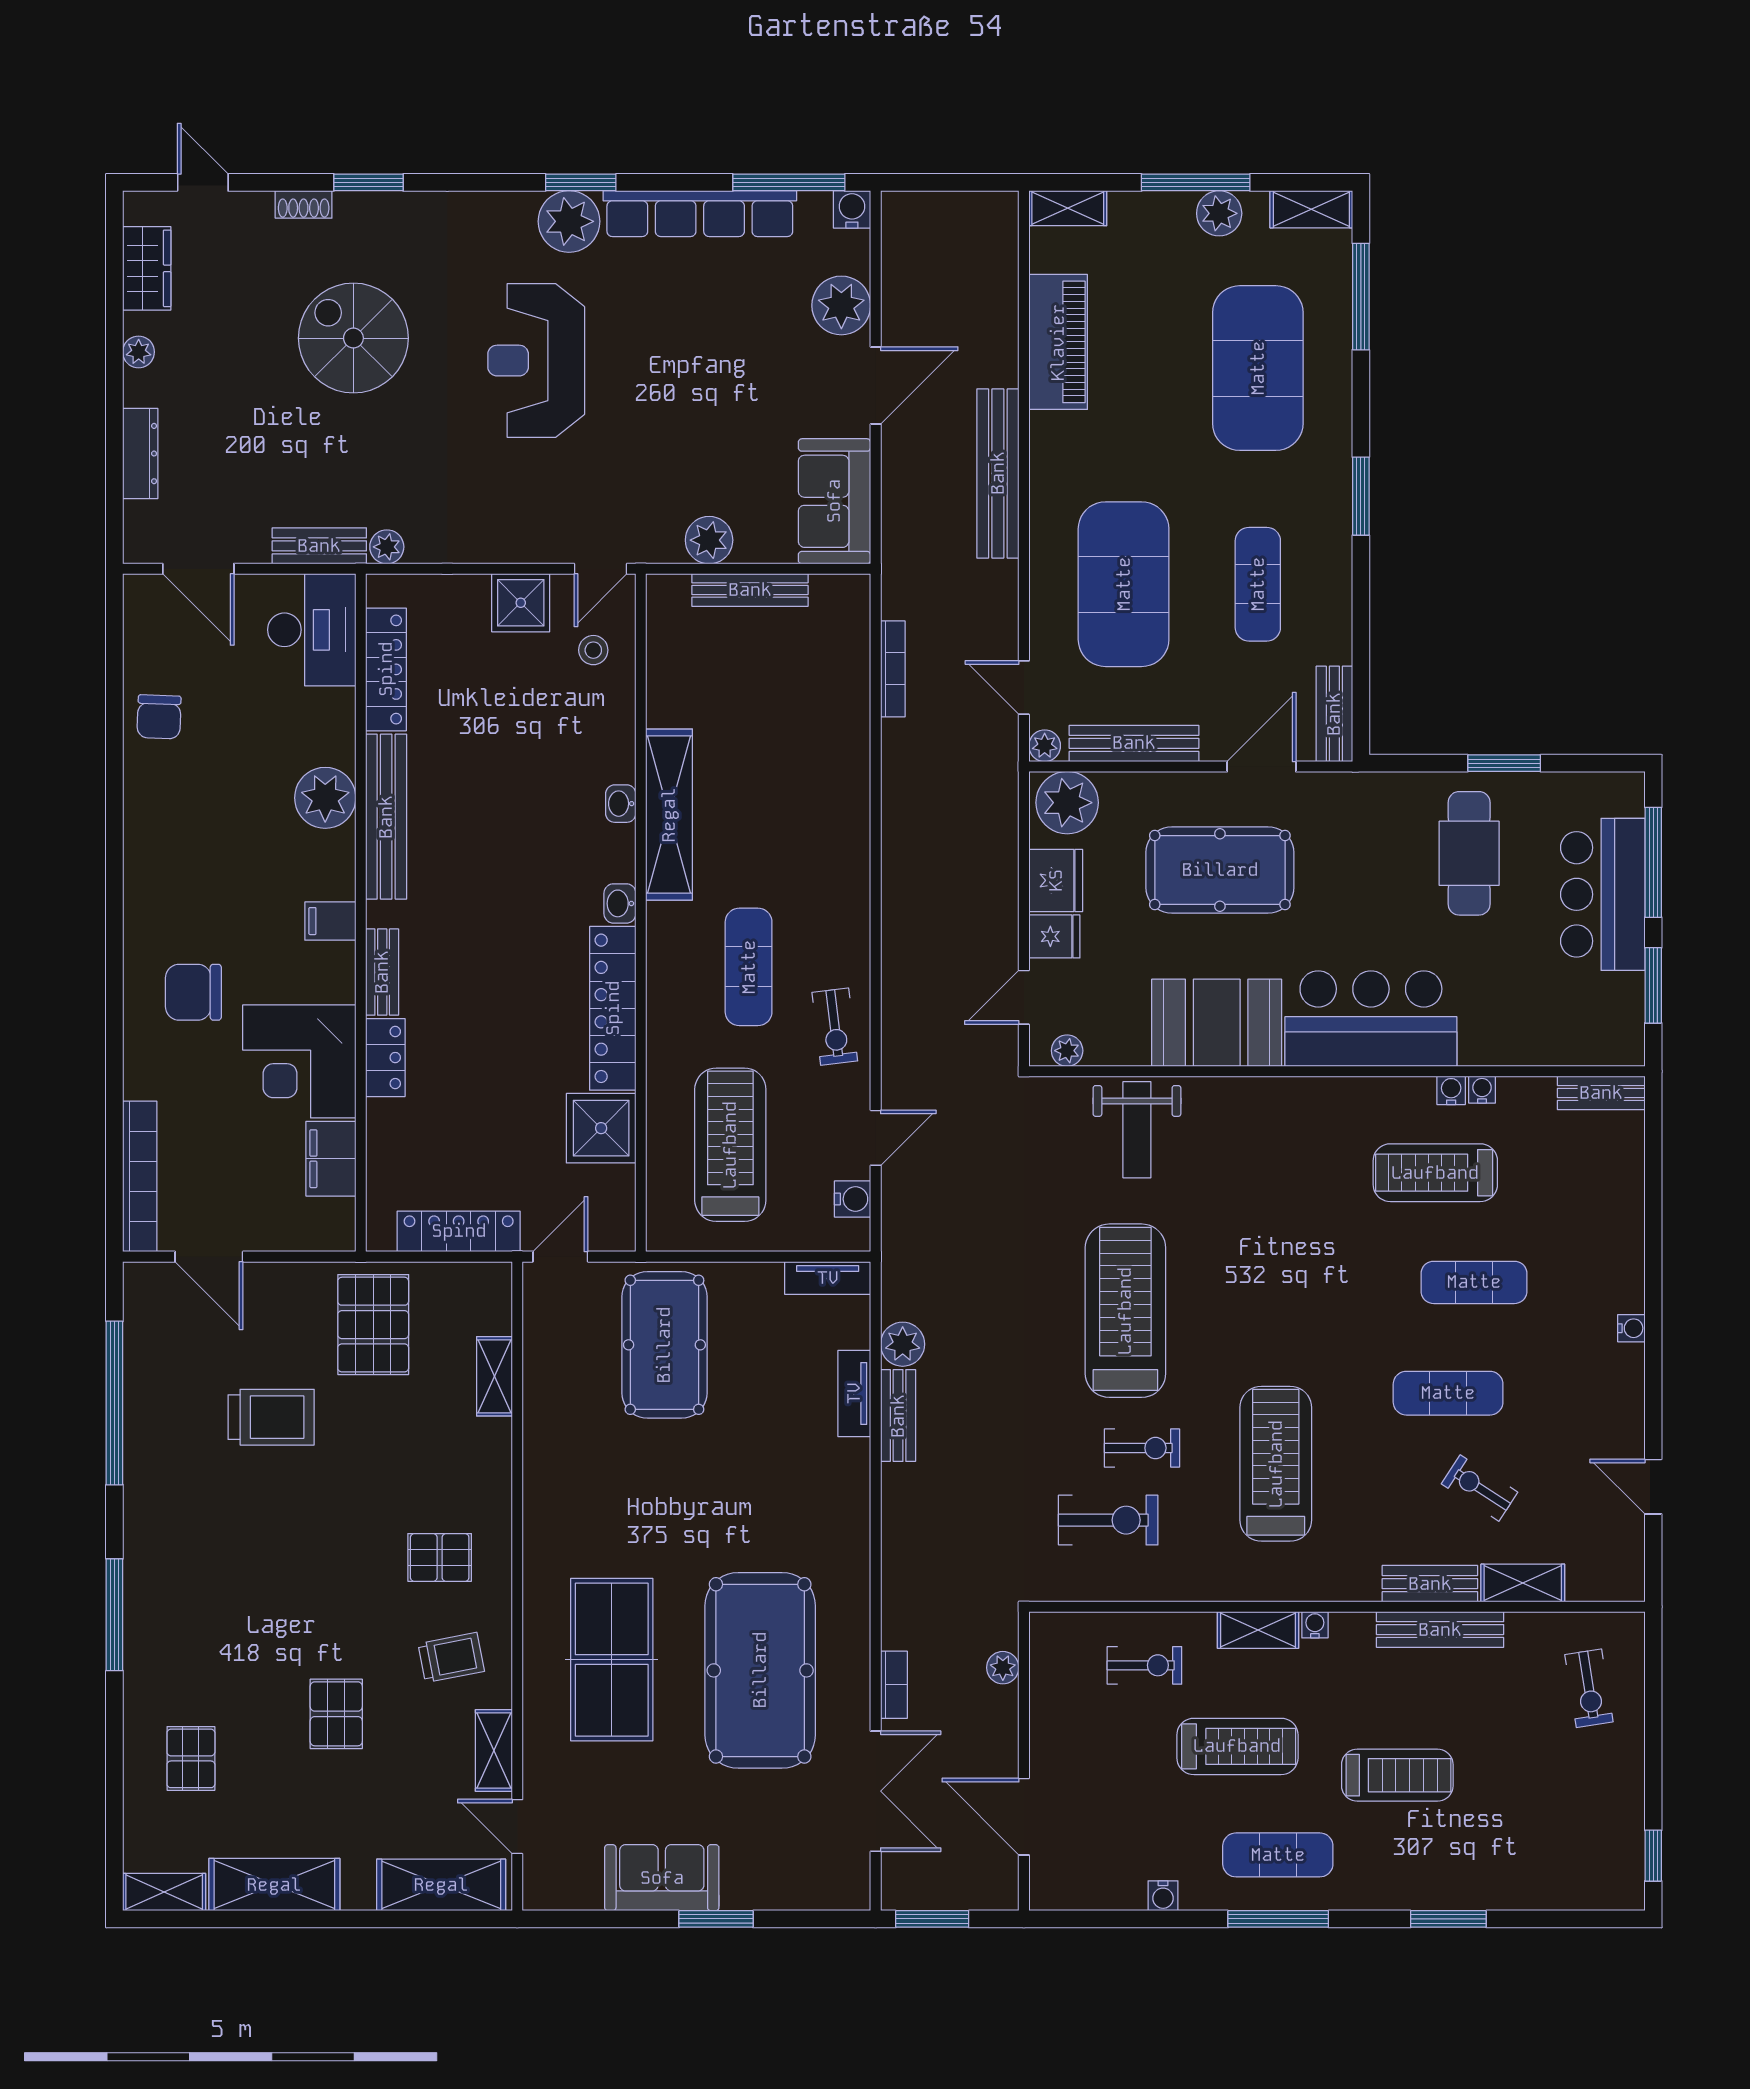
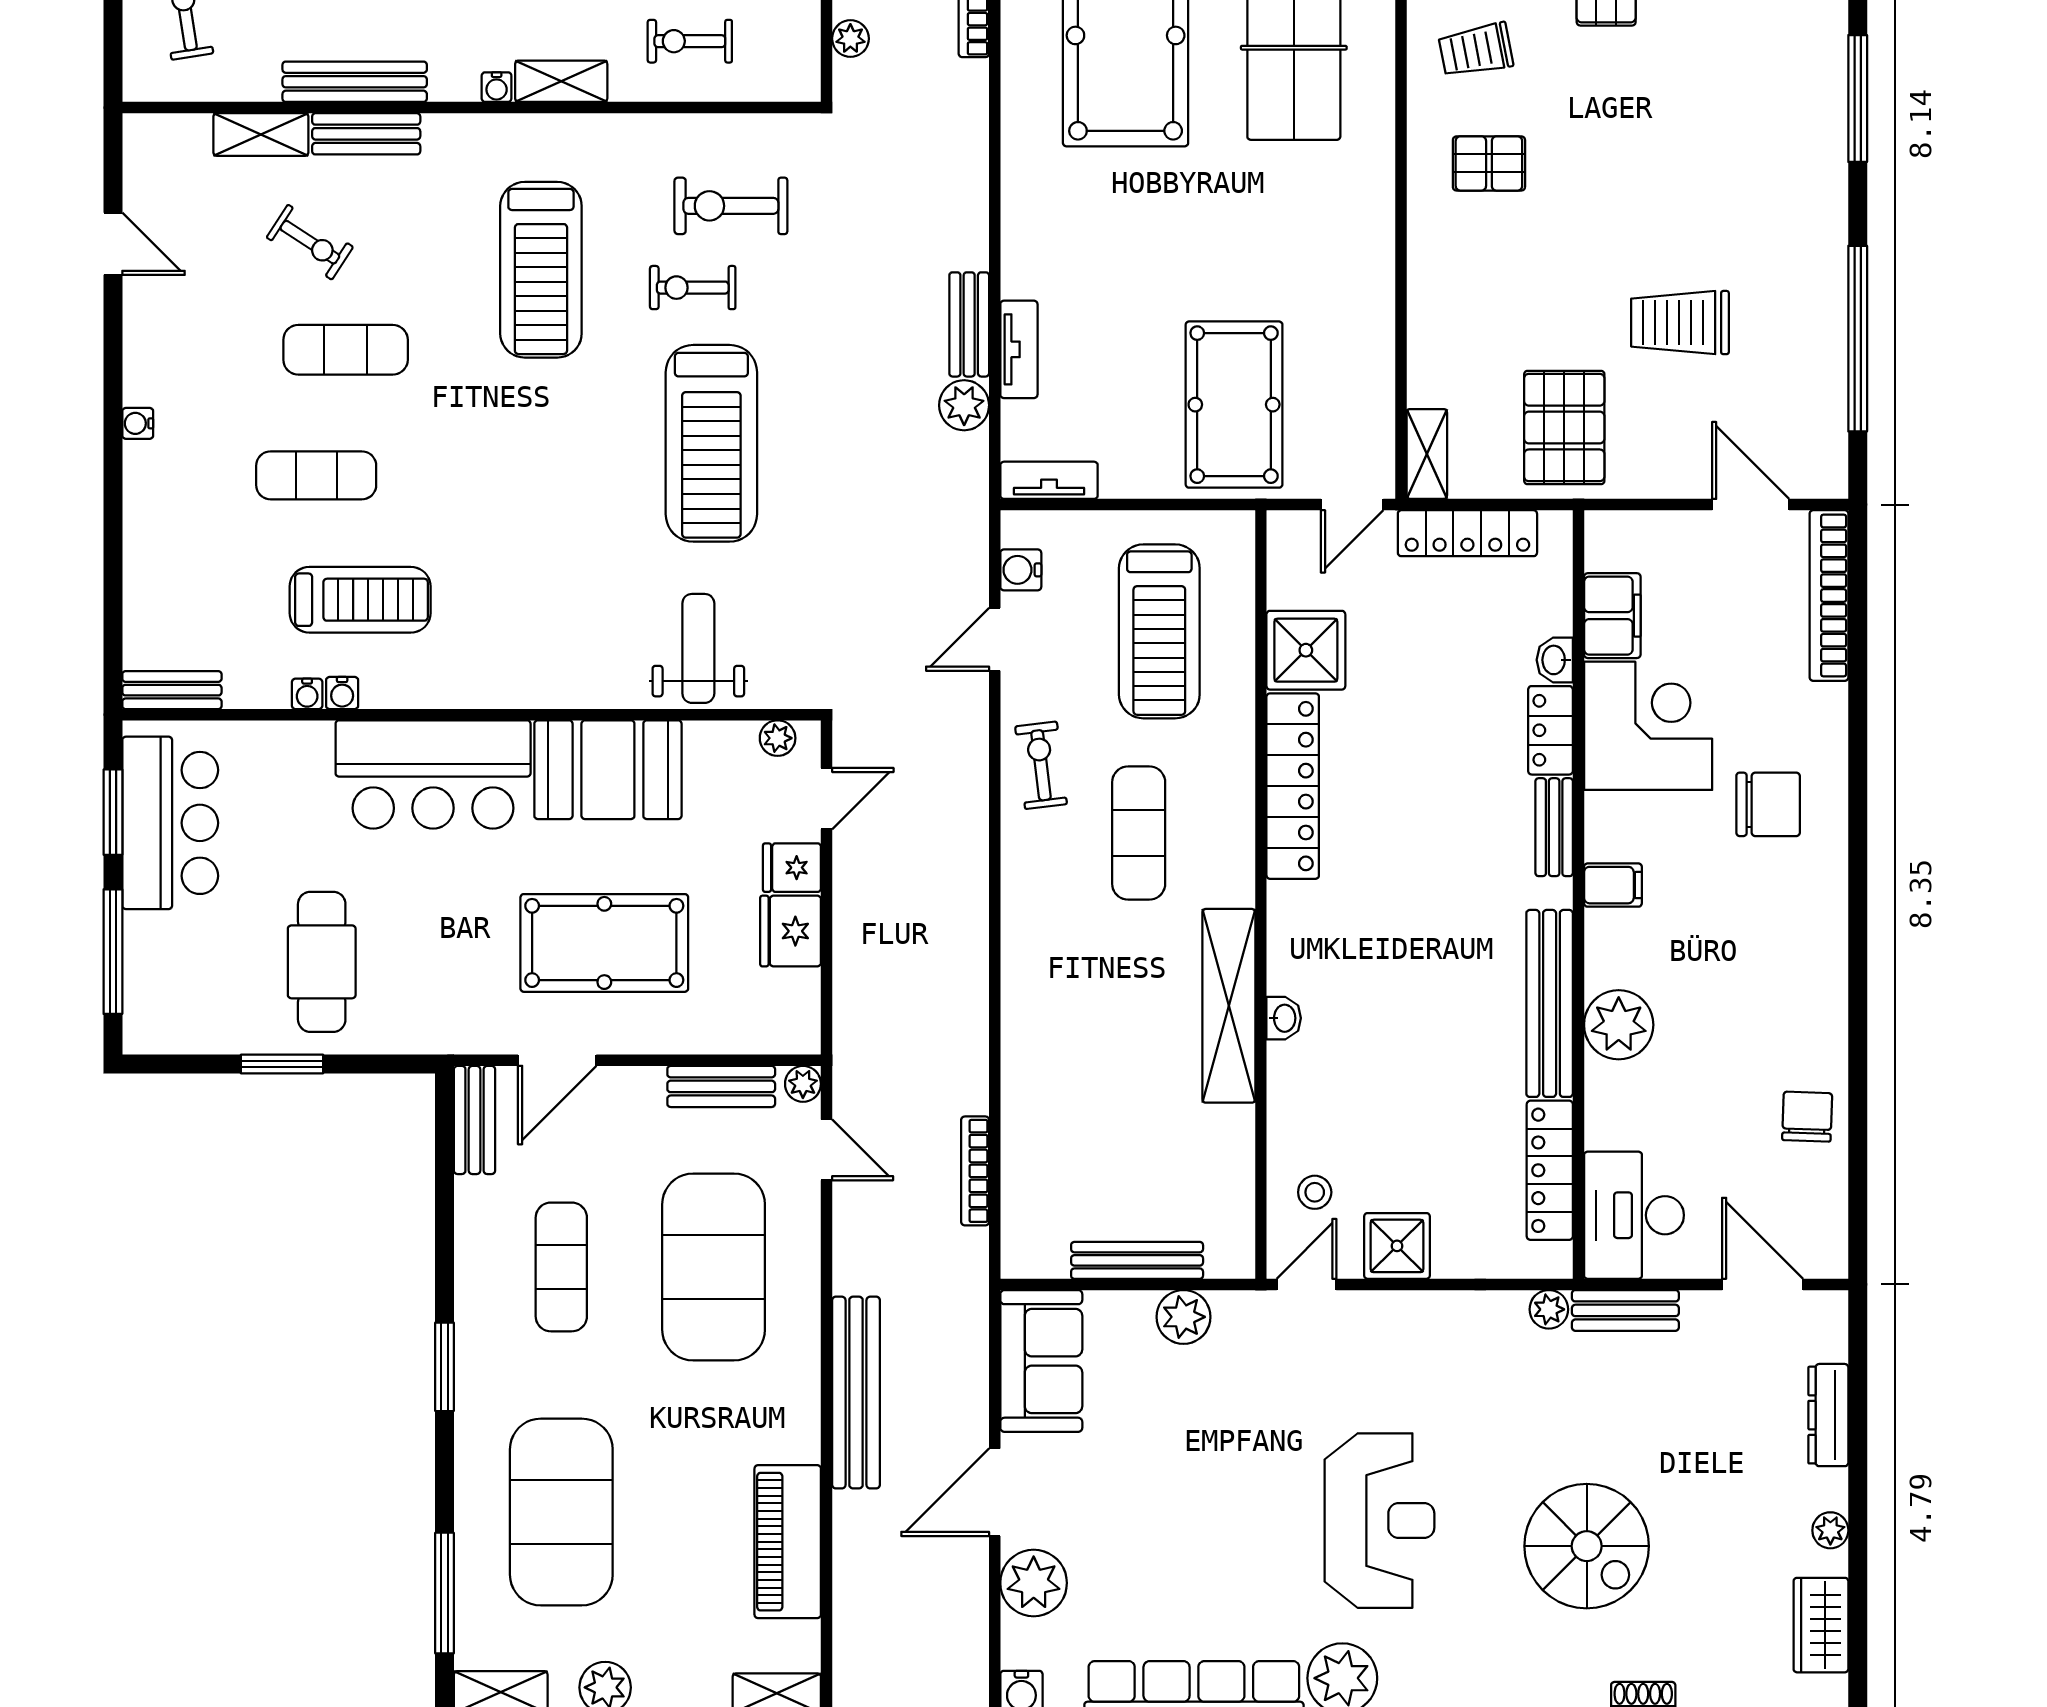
bench: (1134, 743) -> (721, 1086), width x0.73
plant: (1067, 803) -> (777, 1019), removed
bar counter: (1603, 894) -> (170, 823), moved
washbasin: (620, 903) -> (1555, 660), moved, turned 180
shelving: (494, 1376) -> (1427, 454), moved

